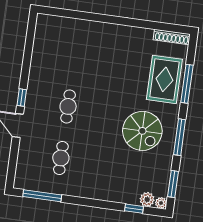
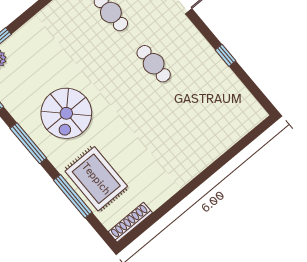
window: (22, 98) -> (225, 55), moved
spiral stairs: (142, 131) -> (66, 113), turned -90

